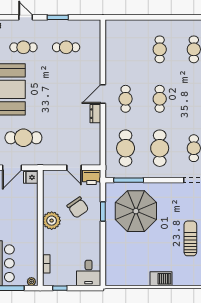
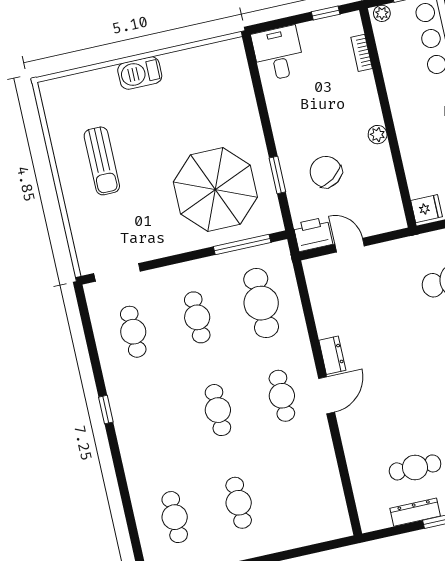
dresser: (71, 25) -> (415, 512), added
cafe table: (160, 148) -> (197, 317), width x0.73, depth x0.74
plant: (52, 221) -> (378, 135), width x0.53, depth x0.53

